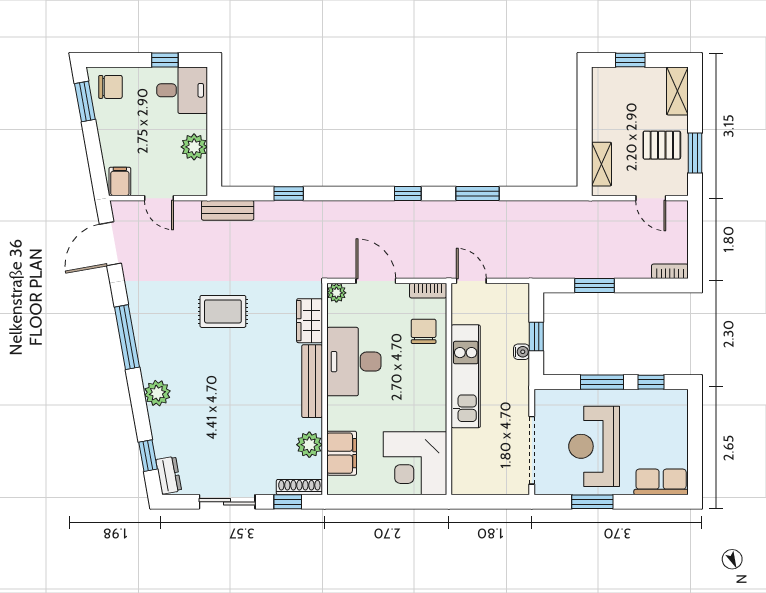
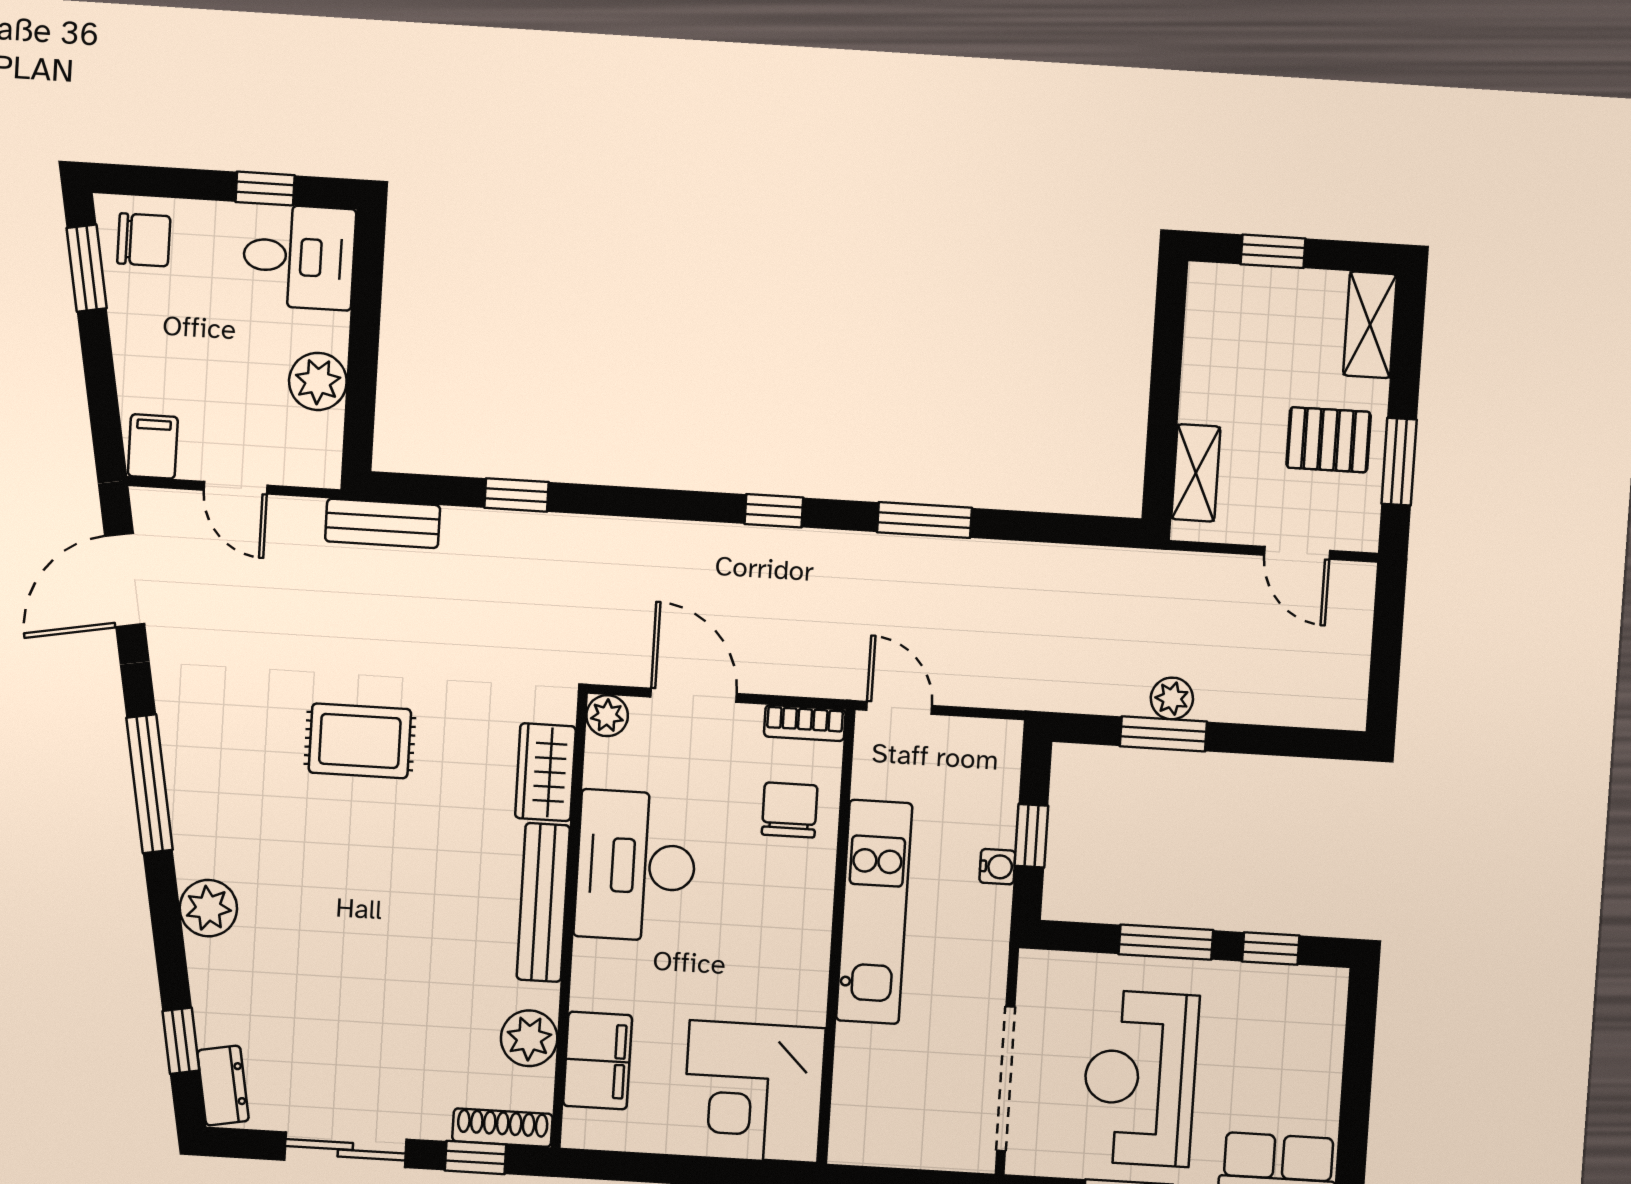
plant: (597, 269) -> (1172, 698), added
bookcase: (670, 271) -> (1328, 713), removed

